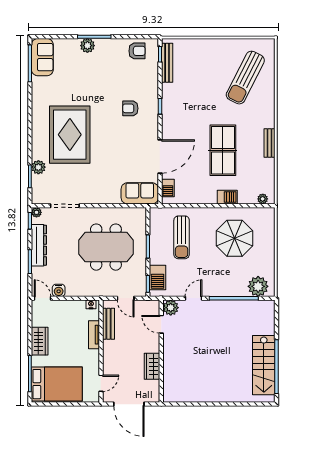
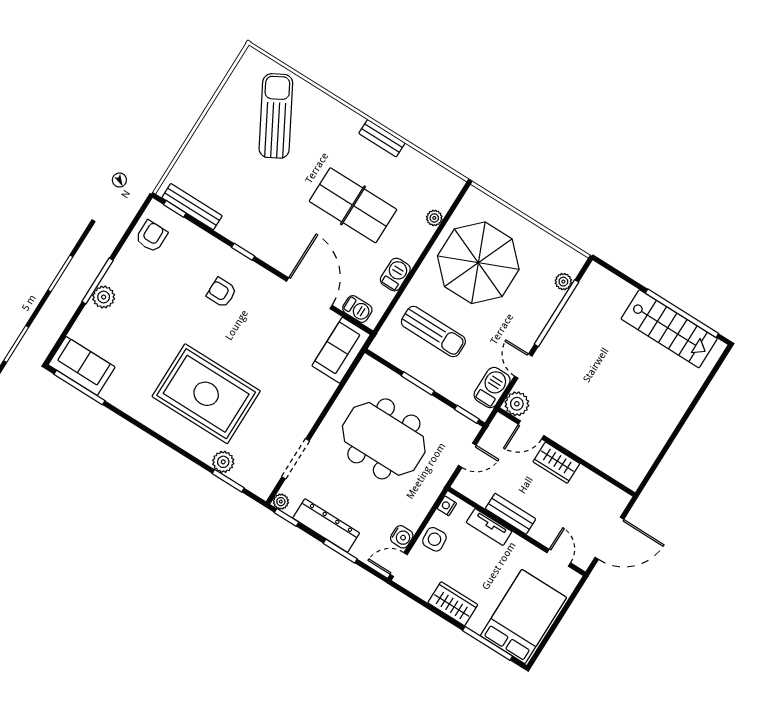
sun lounger: (245, 78) -> (276, 116), turned -146
armchair: (130, 108) -> (222, 292), turned 90
barbecue: (227, 197) -> (395, 275), moved
plant: (263, 199) -> (434, 218), moved
parasol: (234, 238) -> (478, 263), width x1.36, depth x1.36
meeting table: (106, 247) -> (384, 439), turned 90
barbecue: (158, 277) -> (492, 388), moved, turned -90
plant: (258, 286) -> (563, 282), width x0.53, depth x0.53
side table: (69, 309) -> (434, 539), added
bench: (109, 324) -> (511, 514), moved
wardrobe: (152, 366) -> (556, 463), moved

